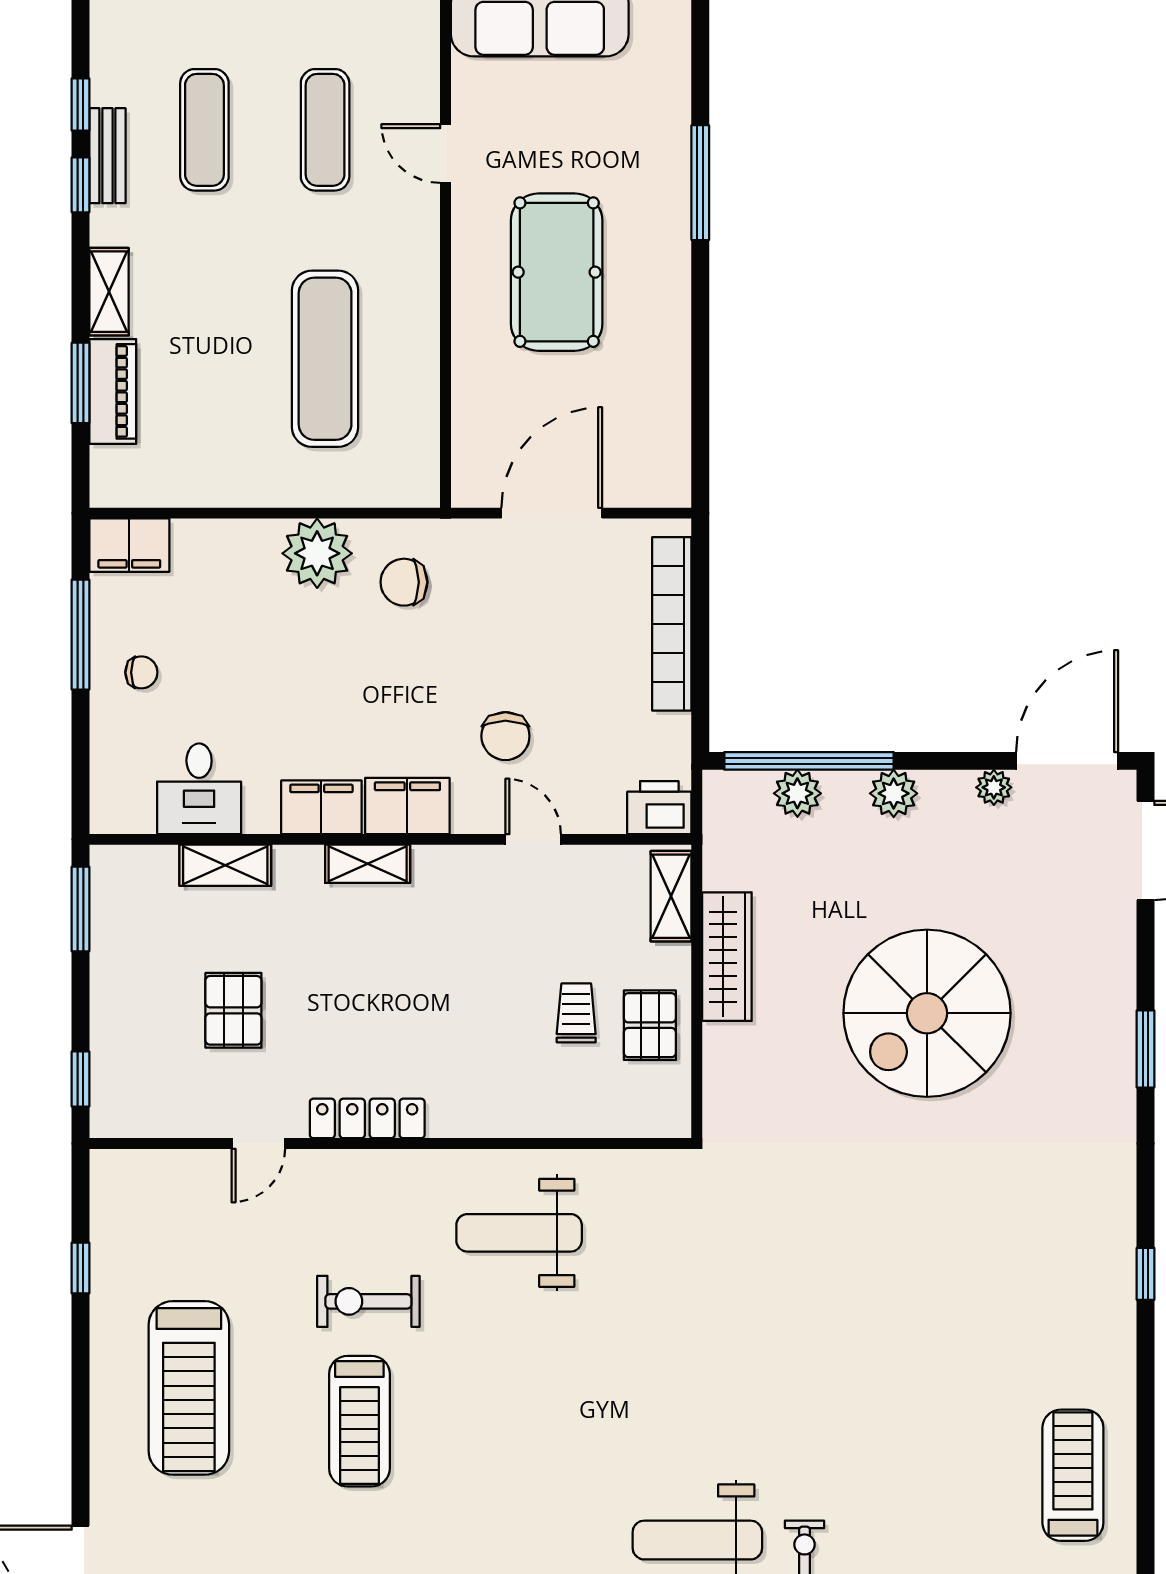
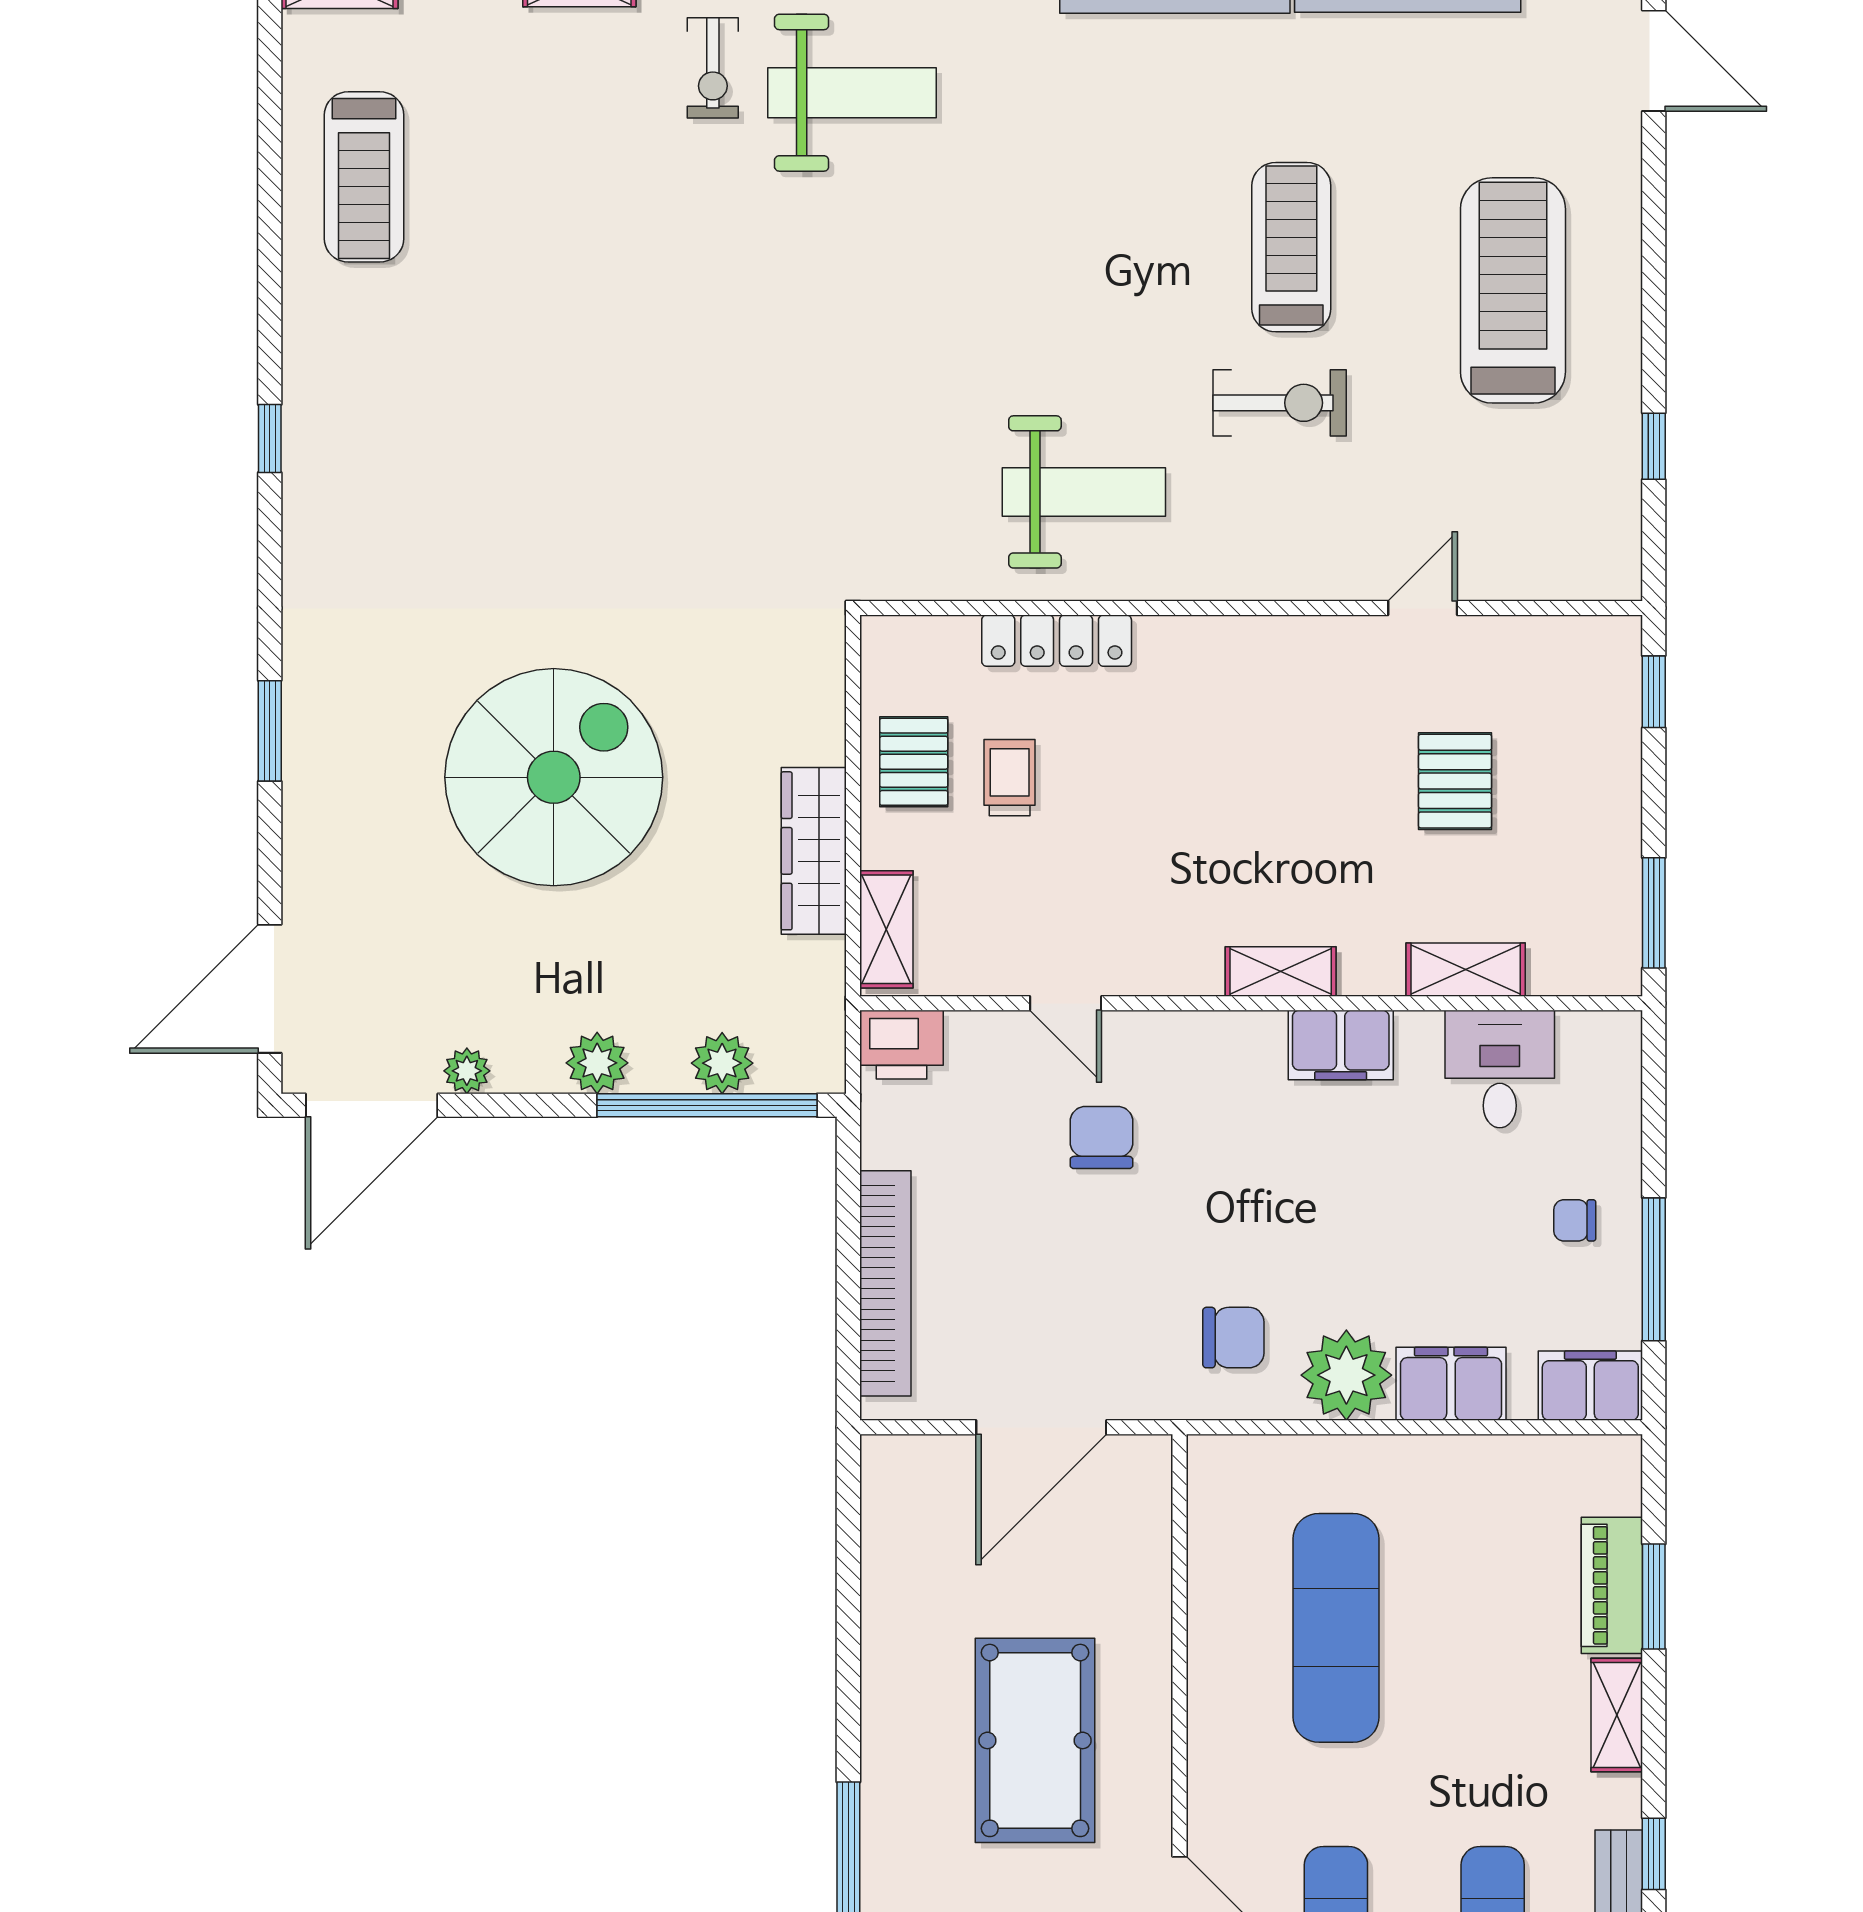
filing cabinet: (407, 806) -> (1451, 1384), moved, turned 180
trolley: (576, 1013) -> (1010, 778), turned 180
locker: (367, 1118) -> (1057, 641), moved

